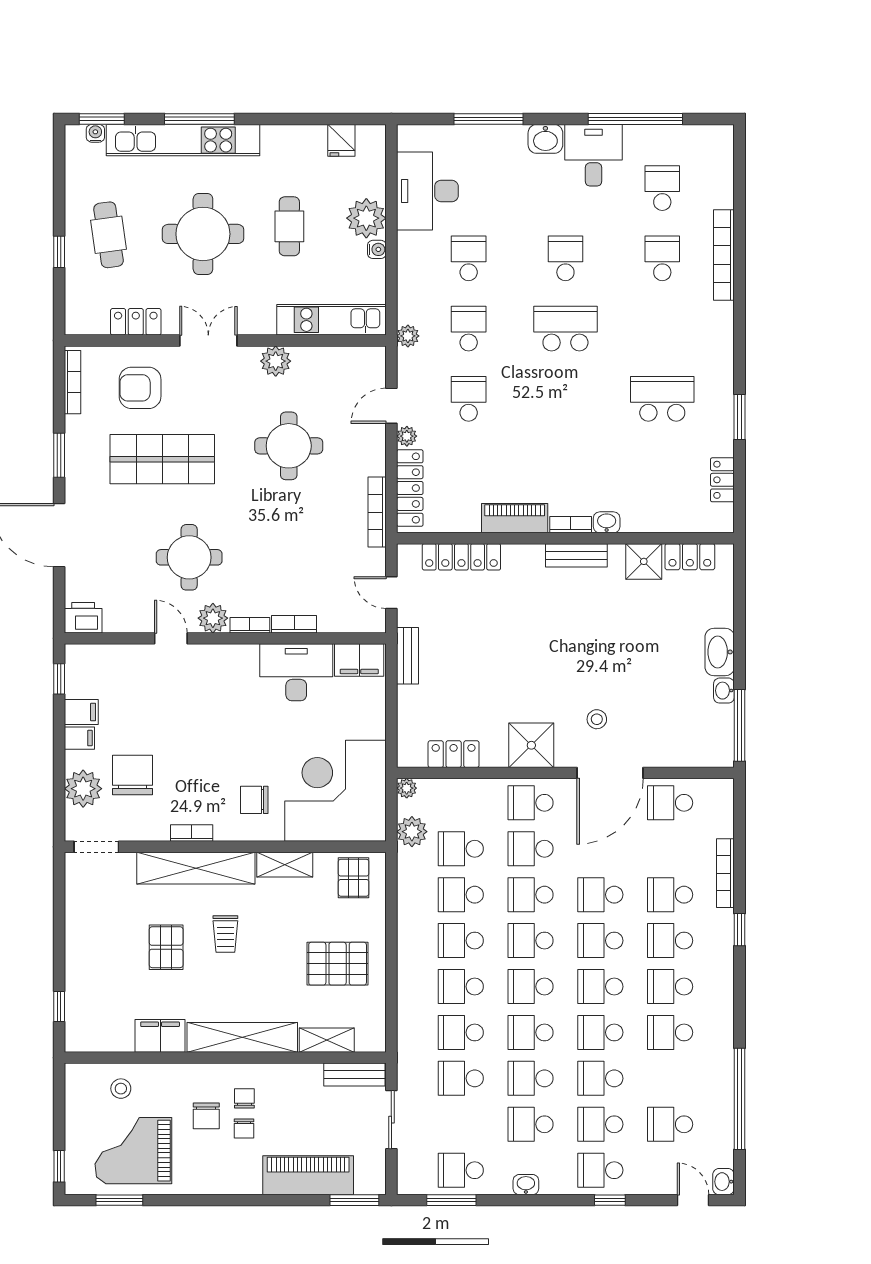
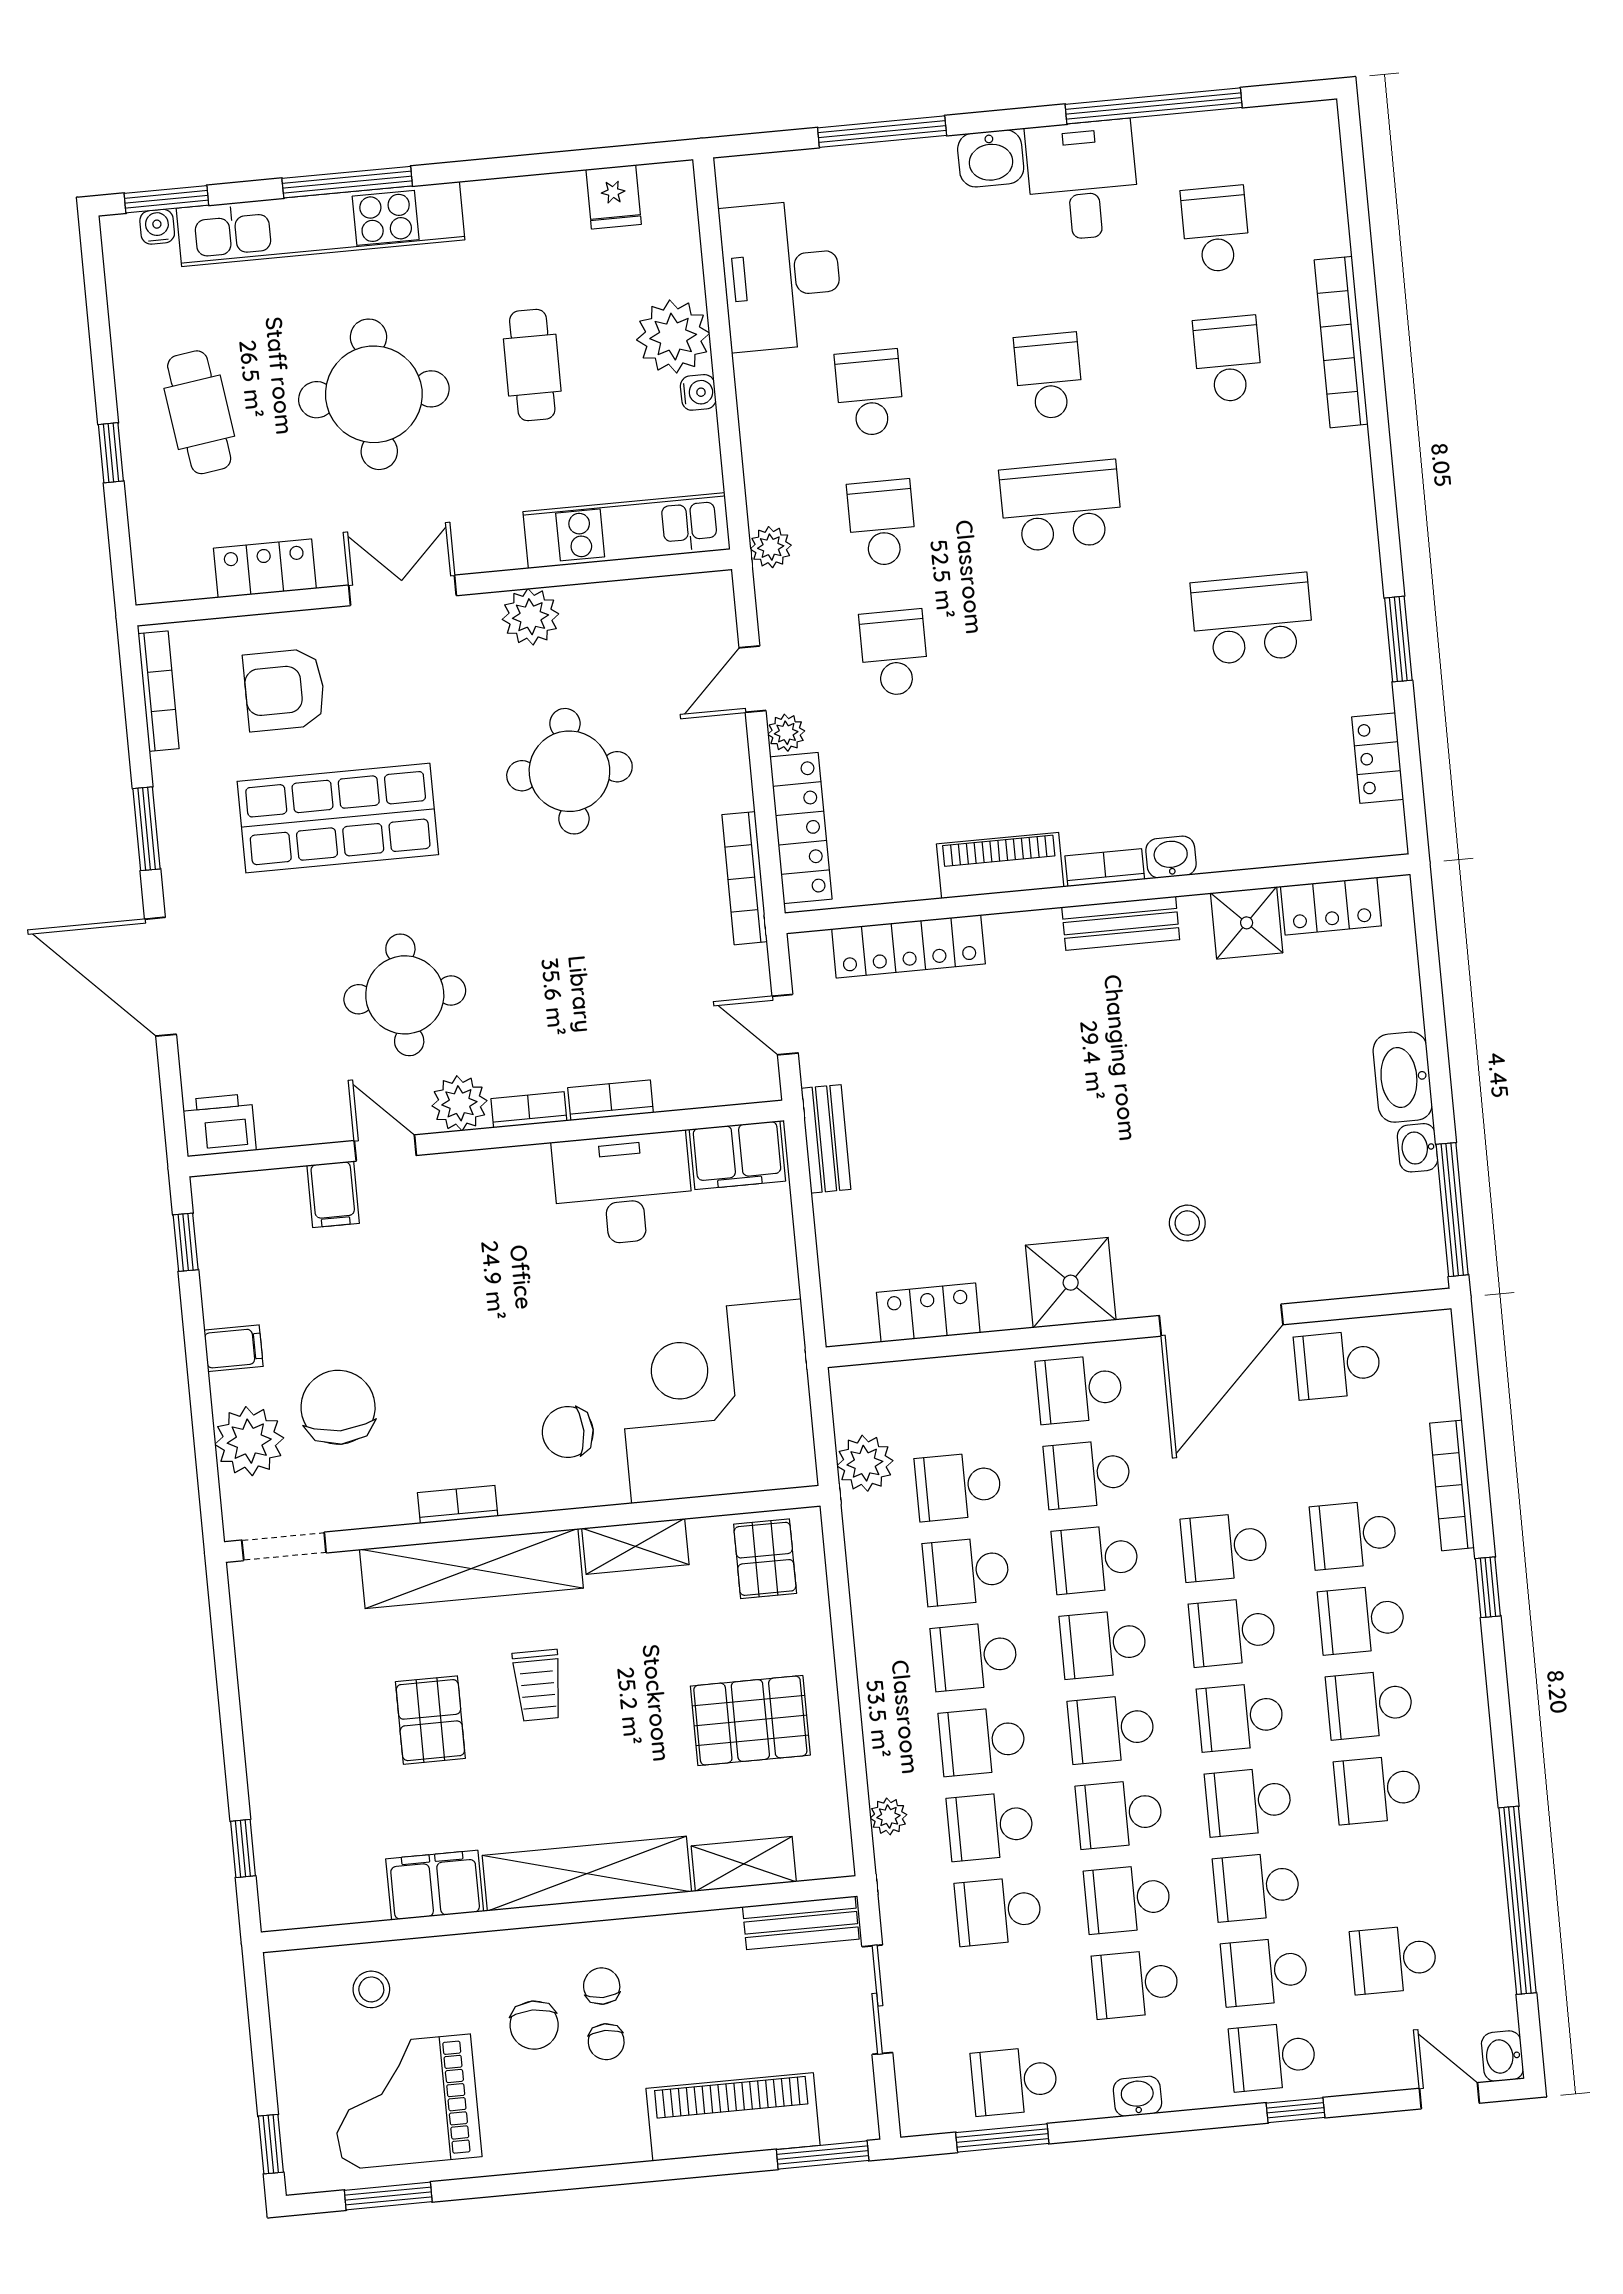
filing cabinet: (81, 712) -> (333, 1194), moved, turned 90
plant: (407, 788) -> (888, 1816), moved

